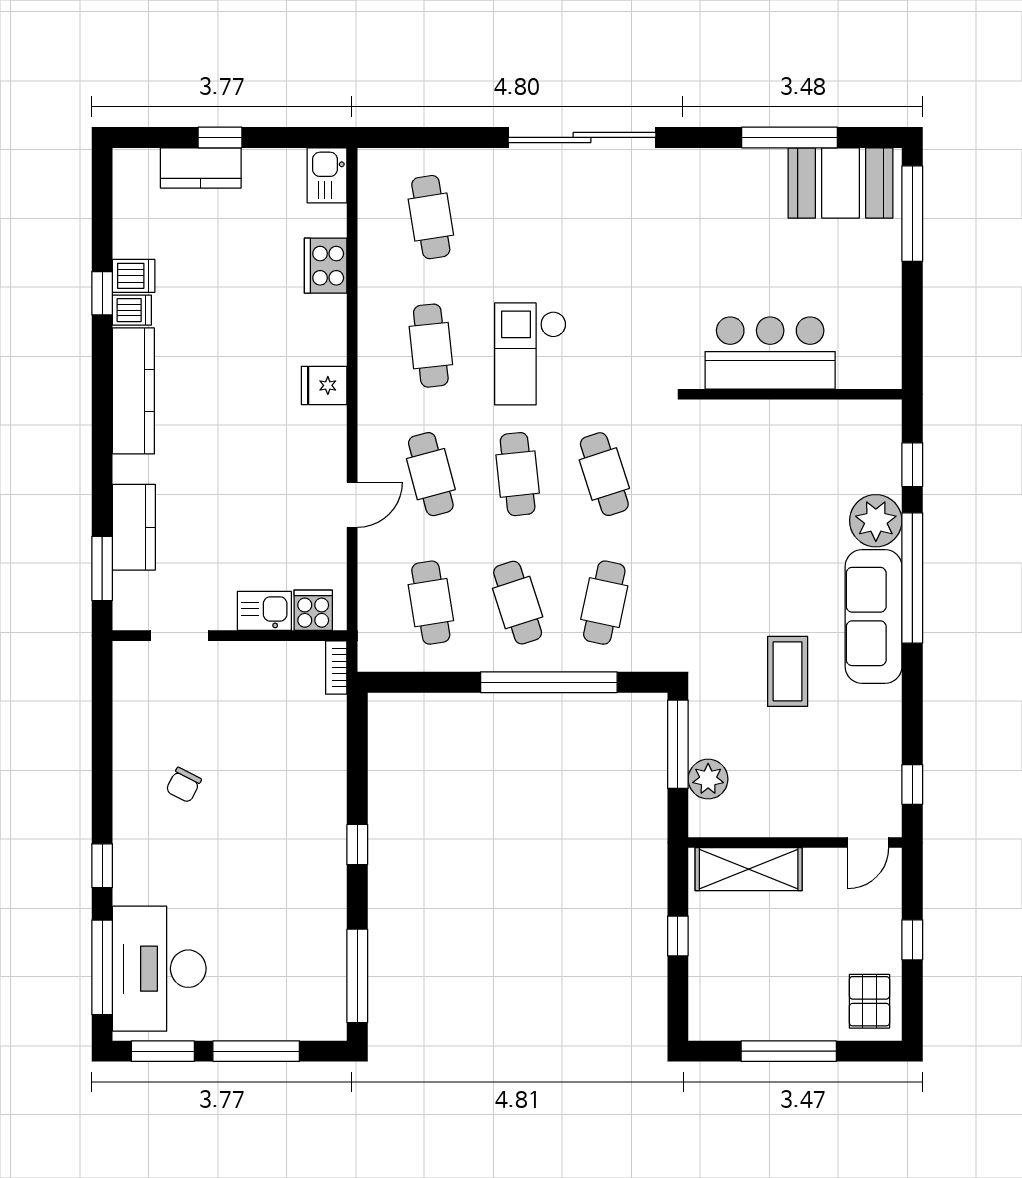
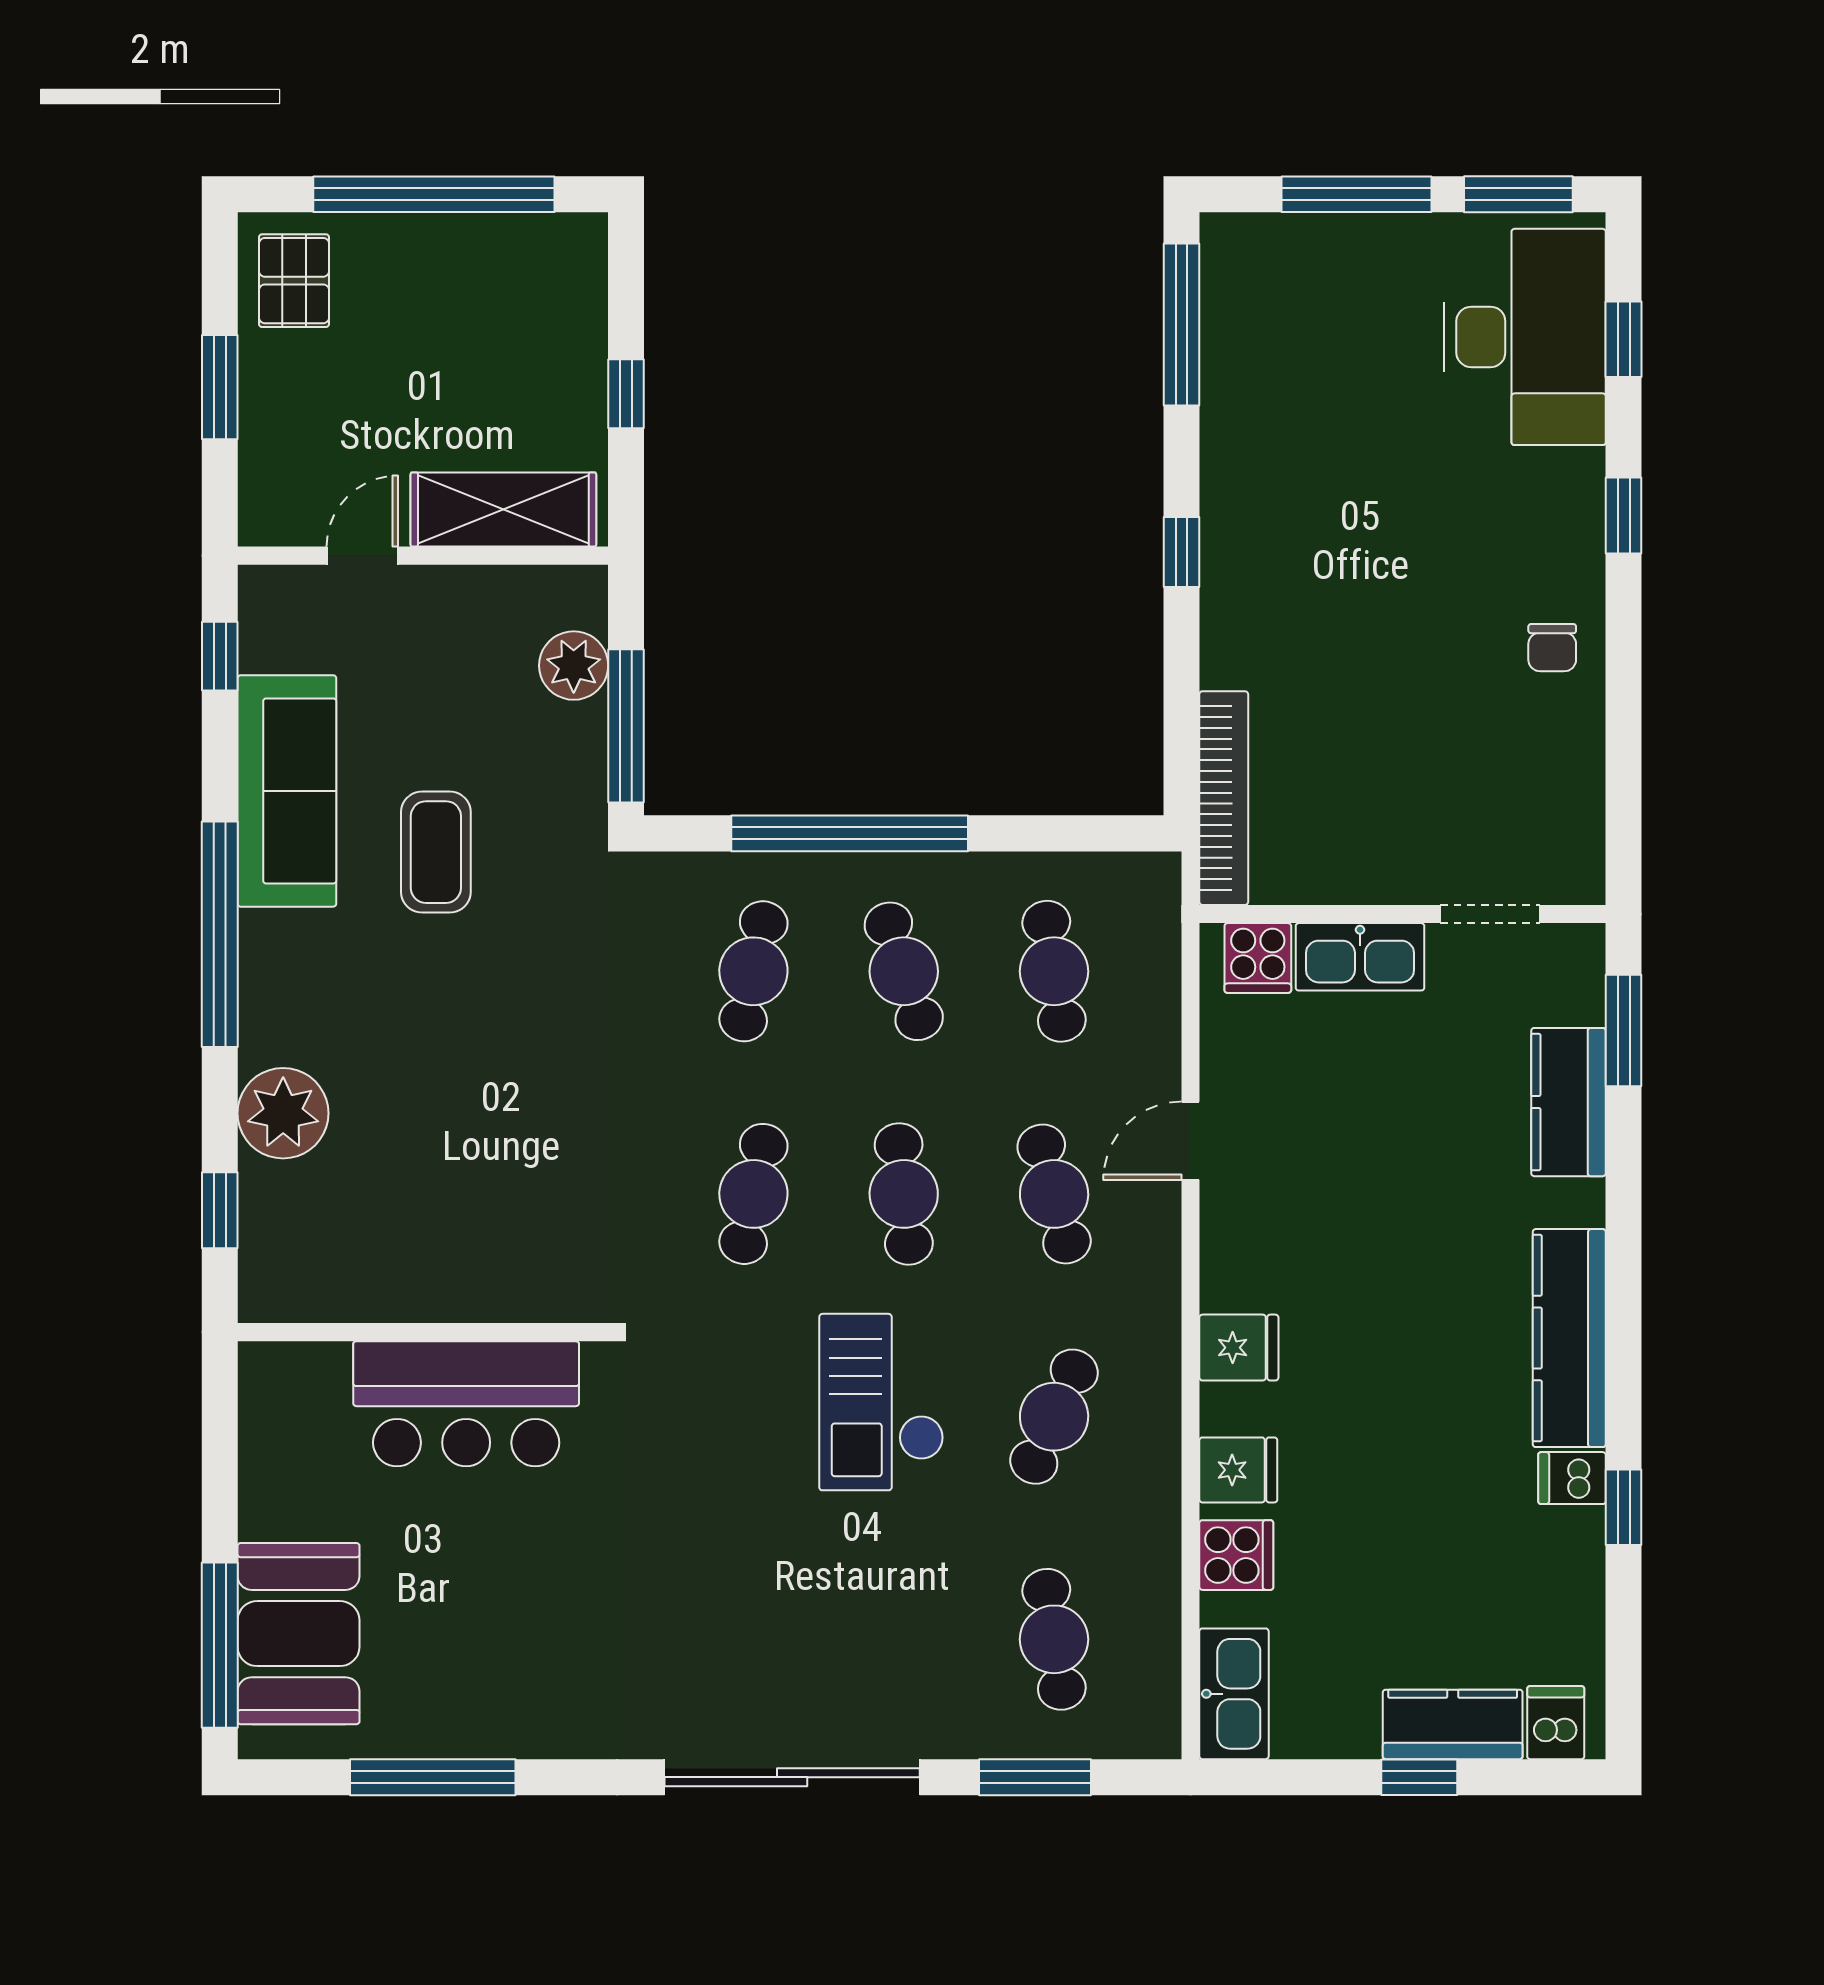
window: (442, 137) -> (1035, 1777), added
kitchen sink: (327, 175) -> (1234, 1694), width x1.38
booth: (841, 183) -> (299, 1634), moved, turned 90
cooker: (326, 266) -> (1236, 1555), width x0.73
dishwasher: (134, 276) -> (1556, 1723), moved, turned 90
fridge: (324, 315) -> (1238, 1470), added
cafe table: (431, 346) -> (1054, 1417), turned 30
checkout: (530, 354) -> (882, 1402), turned 180
cafe table: (604, 474) -> (753, 1194), turned 30
window: (912, 578) -> (220, 934), moved
kitchen sink: (264, 611) -> (1360, 957), width x1.38
sofa: (874, 616) -> (287, 791), moved
bookcase: (336, 668) -> (1224, 798), width x2.31, depth x1.31
chair: (184, 785) -> (1552, 648), moved, turned 153
door: (868, 843) -> (362, 556), moved
window: (912, 940) -> (220, 387), width x1.50
window: (102, 967) -> (1624, 339), width x0.46
window: (789, 1051) -> (434, 194), width x1.46

